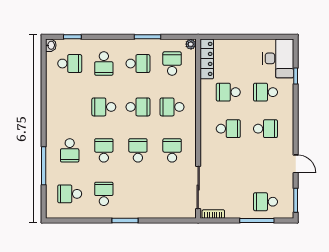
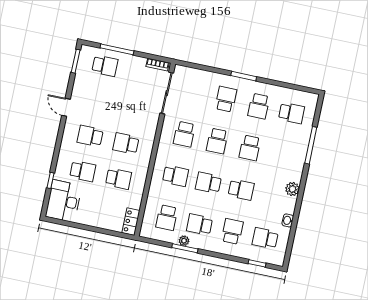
plant: (191, 44) -> (184, 241), moved
washbasin: (51, 45) -> (288, 220), moved
locker: (207, 59) -> (131, 222), width x0.66
plant: (53, 118) -> (292, 189), added
school desk: (70, 150) -> (226, 99), moved
door: (296, 164) -> (66, 107), moved

